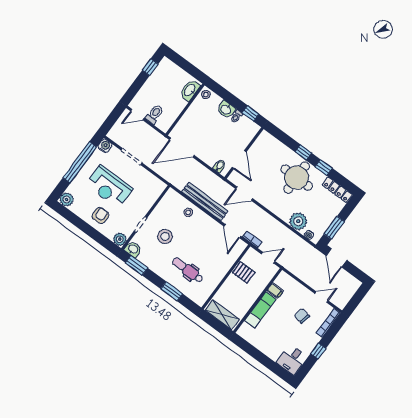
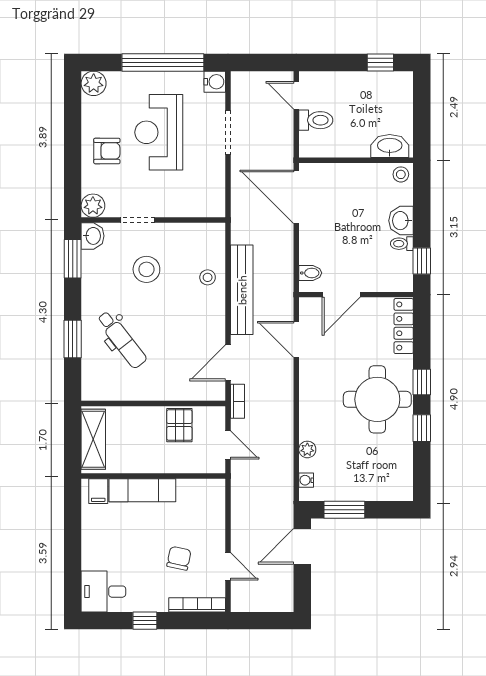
locker: (337, 190) -> (404, 326), moved
plant: (298, 221) -> (307, 449), width x0.53, depth x0.53
dental chair: (188, 270) -> (122, 340), turned 142
filing cabinet: (275, 291) -> (98, 491), moved

